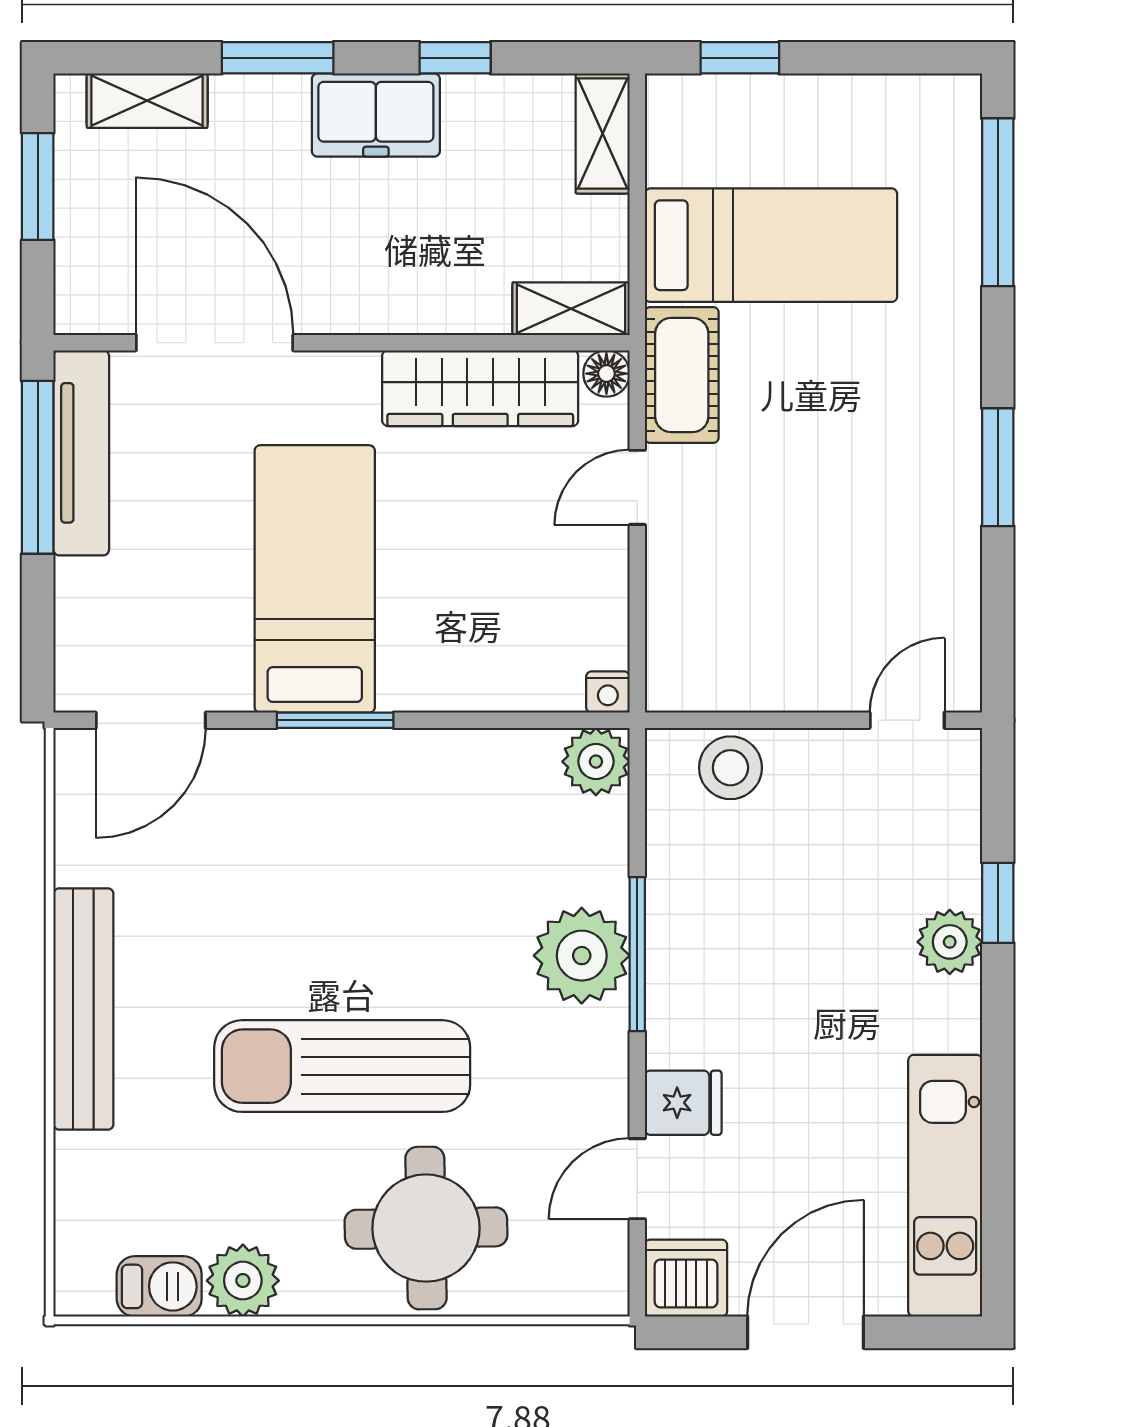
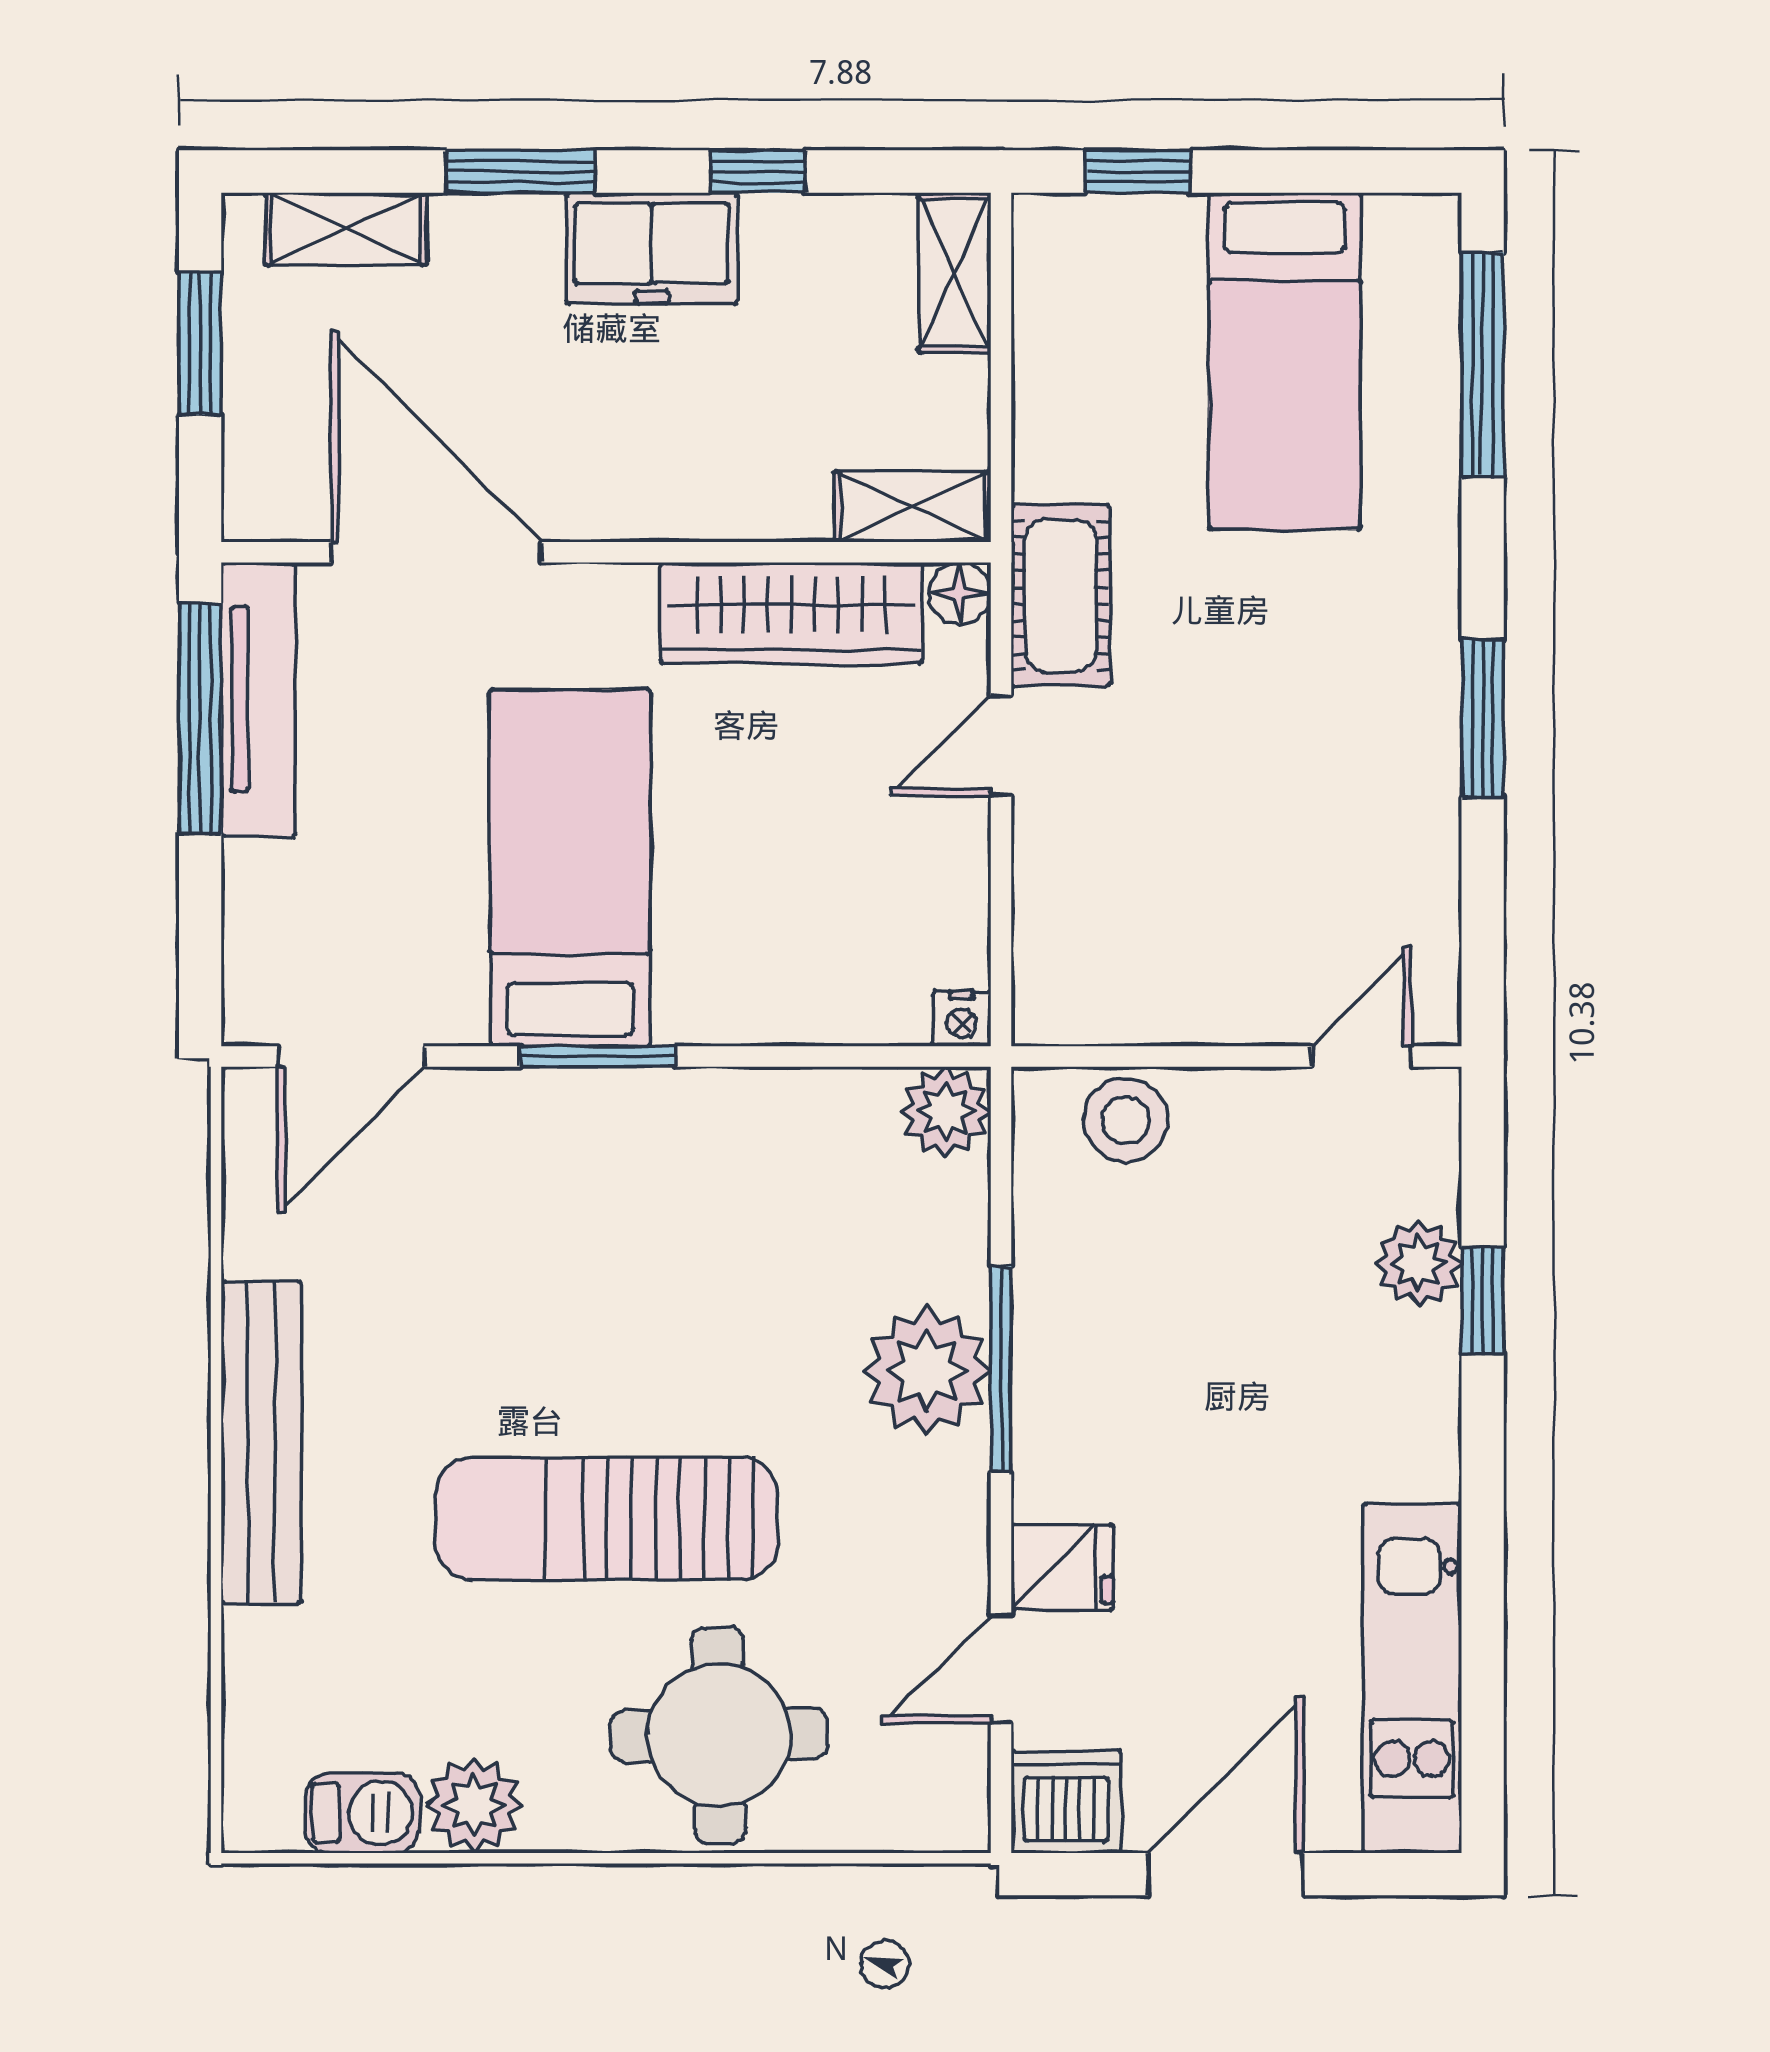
bed: (771, 245) -> (1285, 361), moved, turned 90
plant: (950, 942) -> (1418, 1263), moved

